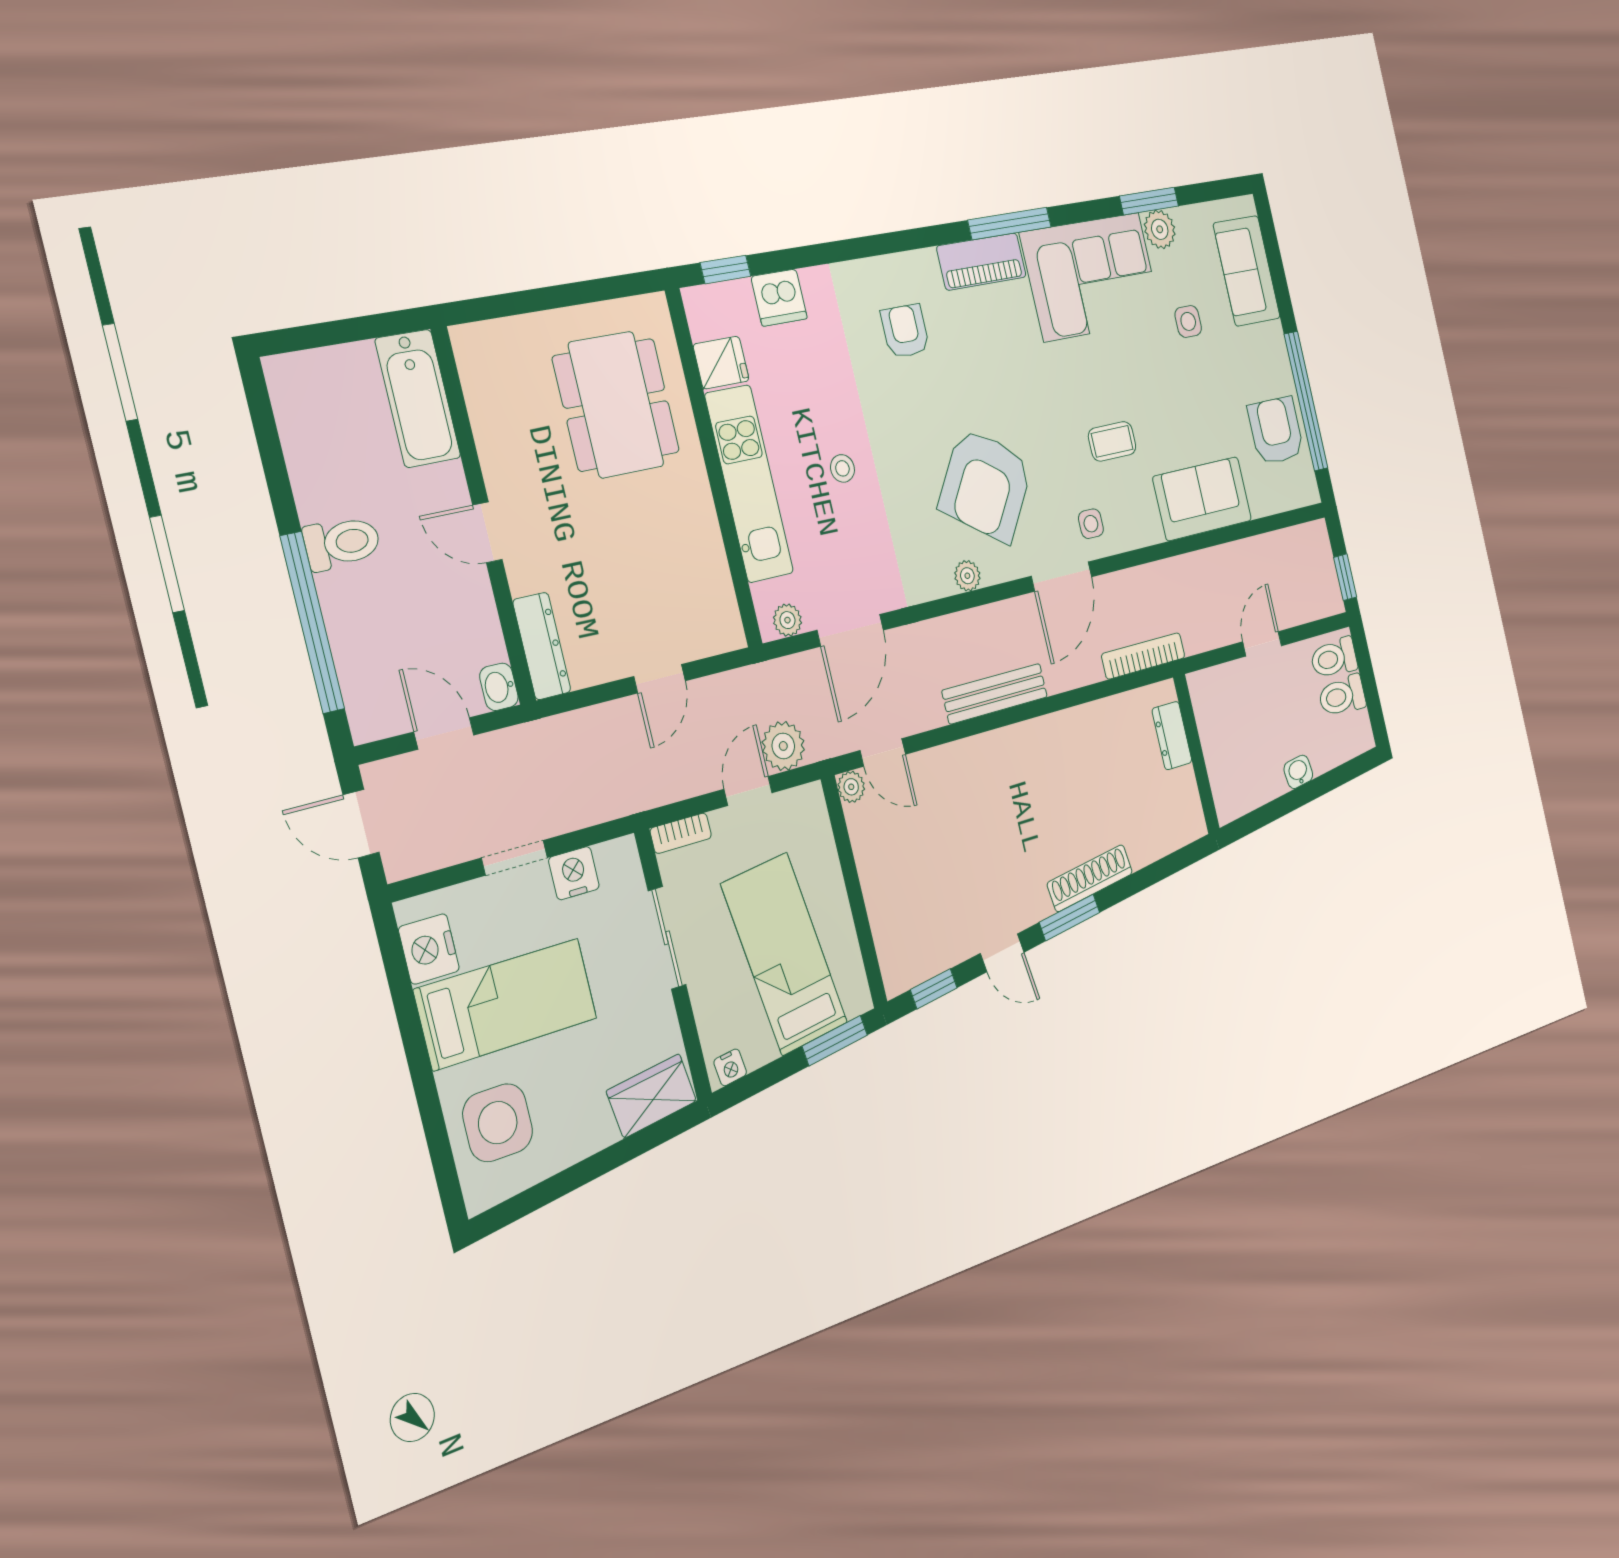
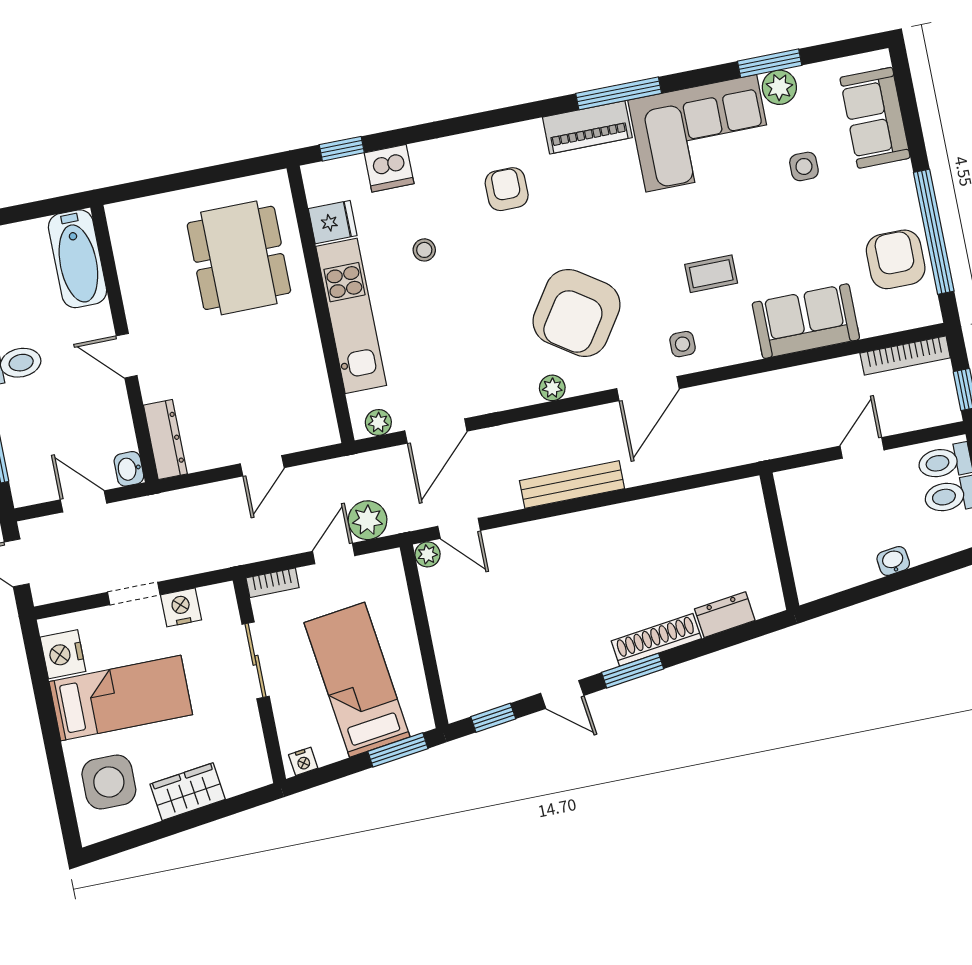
stool: (842, 468) -> (424, 250), moved
bookcase: (1143, 656) -> (905, 356), moved, turned 180
dresser: (1172, 736) -> (725, 615), moved, turned 83
wardrobe: (652, 1096) -> (188, 792), moved

